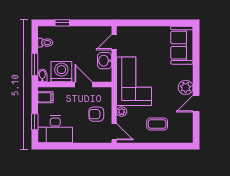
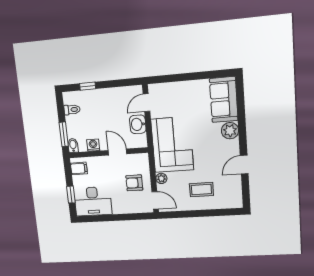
washing machine: (61, 72) -> (93, 145), width x0.53, depth x0.53
plant: (186, 88) -> (230, 131), moved

